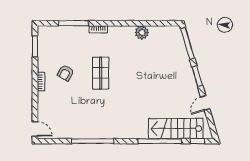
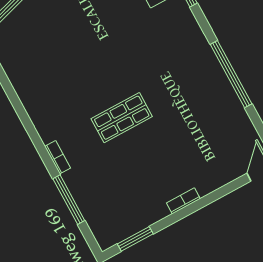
plant: (142, 32) -> (27, 89), removed
armchair: (66, 73) -> (150, 171), removed

